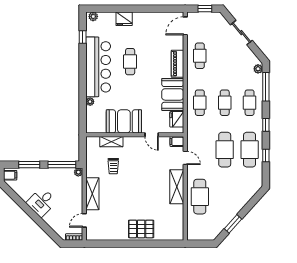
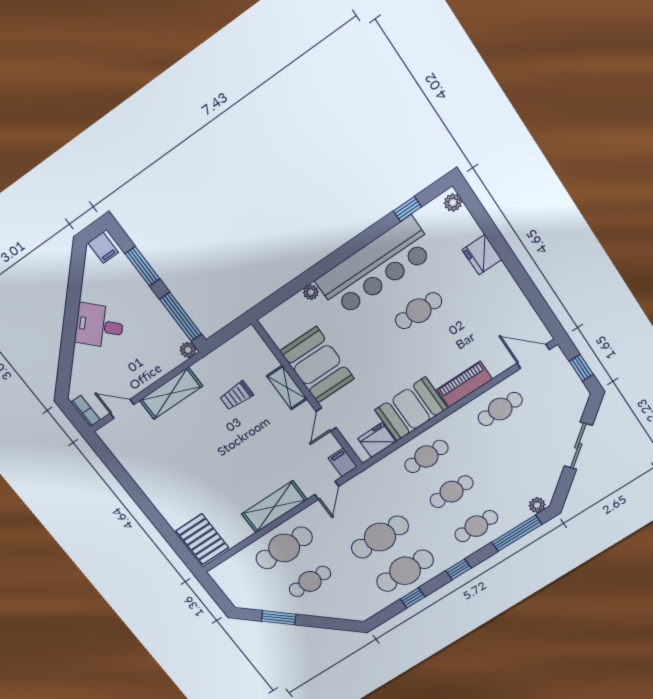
shelving: (111, 142) -> (287, 387), moved
cafe table: (225, 197) -> (310, 581), added
pallet: (141, 229) -> (202, 539), moved

